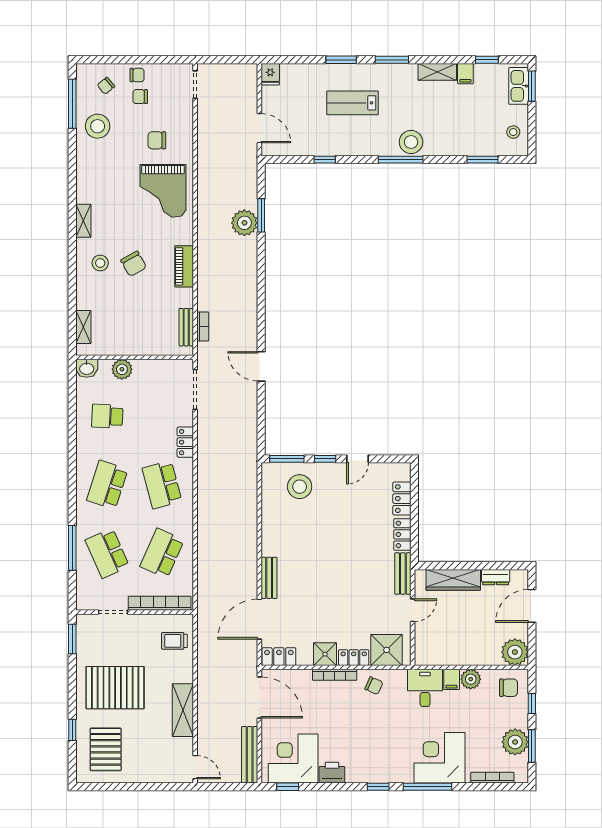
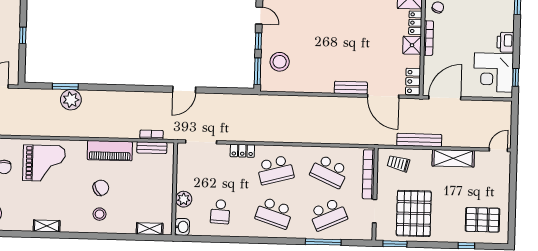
shelving: (83, 221) -> (47, 226), moved
piano: (184, 266) -> (110, 151), width x1.37, depth x1.33
trolley: (174, 641) -> (398, 163), turned 104
pallet: (115, 688) -> (414, 213), moved
bench: (250, 755) -> (419, 140), moved

